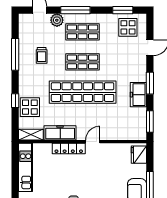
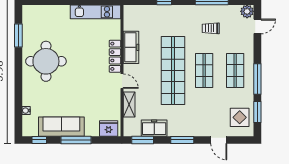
window: (75, 10) -> (257, 79), moved
plant: (57, 20) -> (247, 11), moved
freezer: (138, 95) -> (154, 128), moved
display table: (30, 107) -> (158, 16), removed
shelving: (31, 135) -> (129, 104), moved

